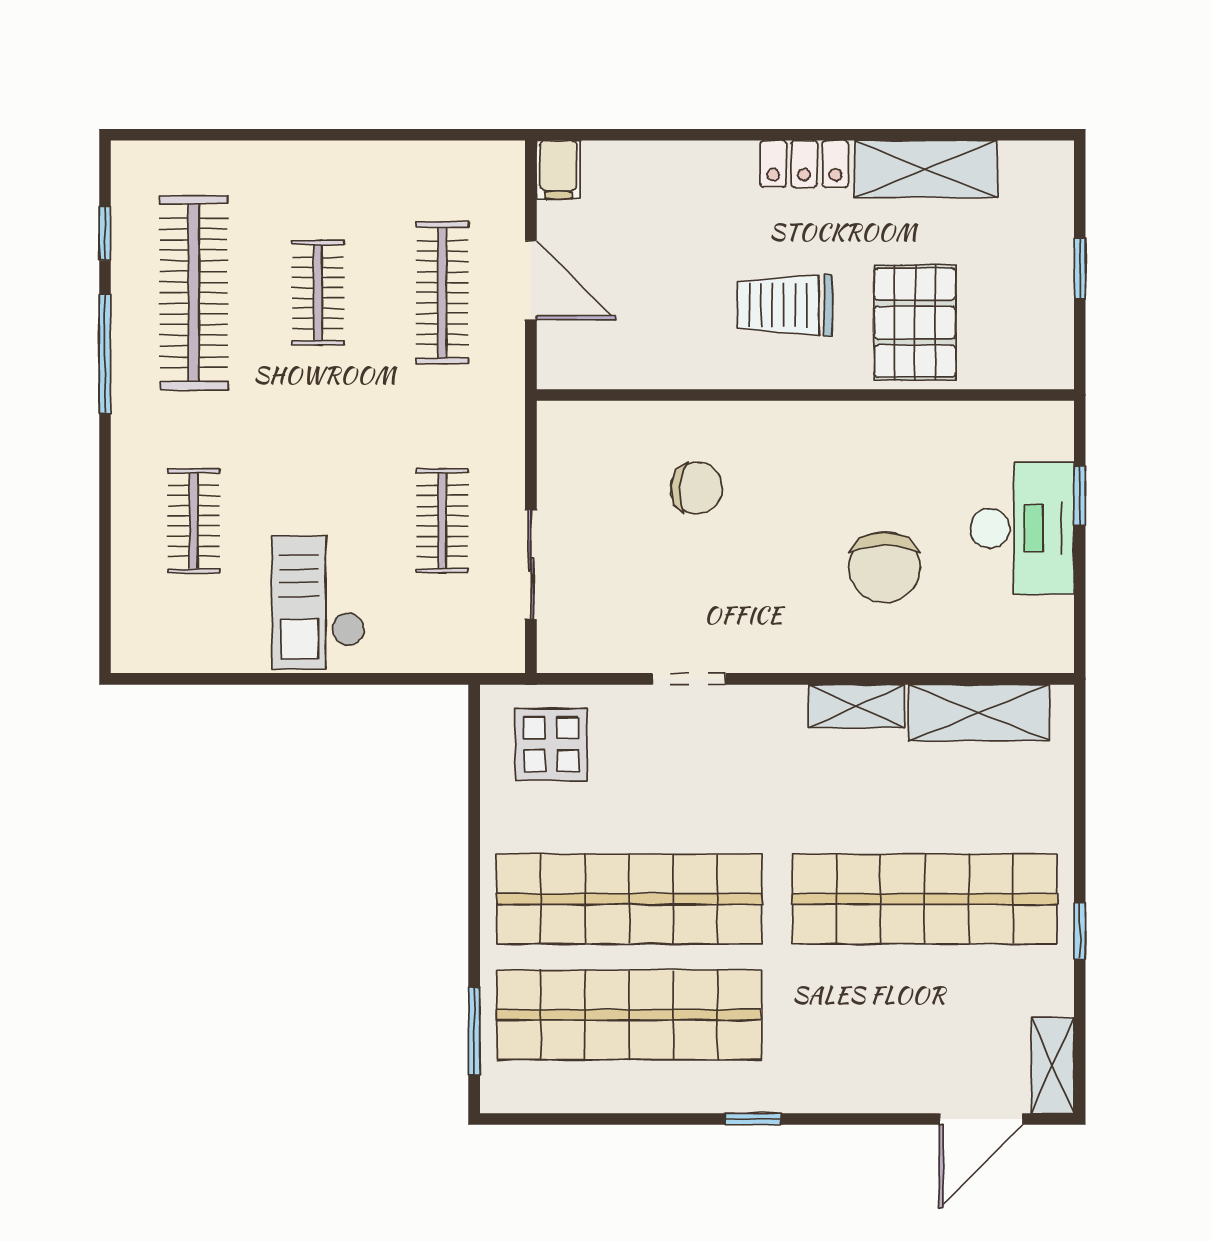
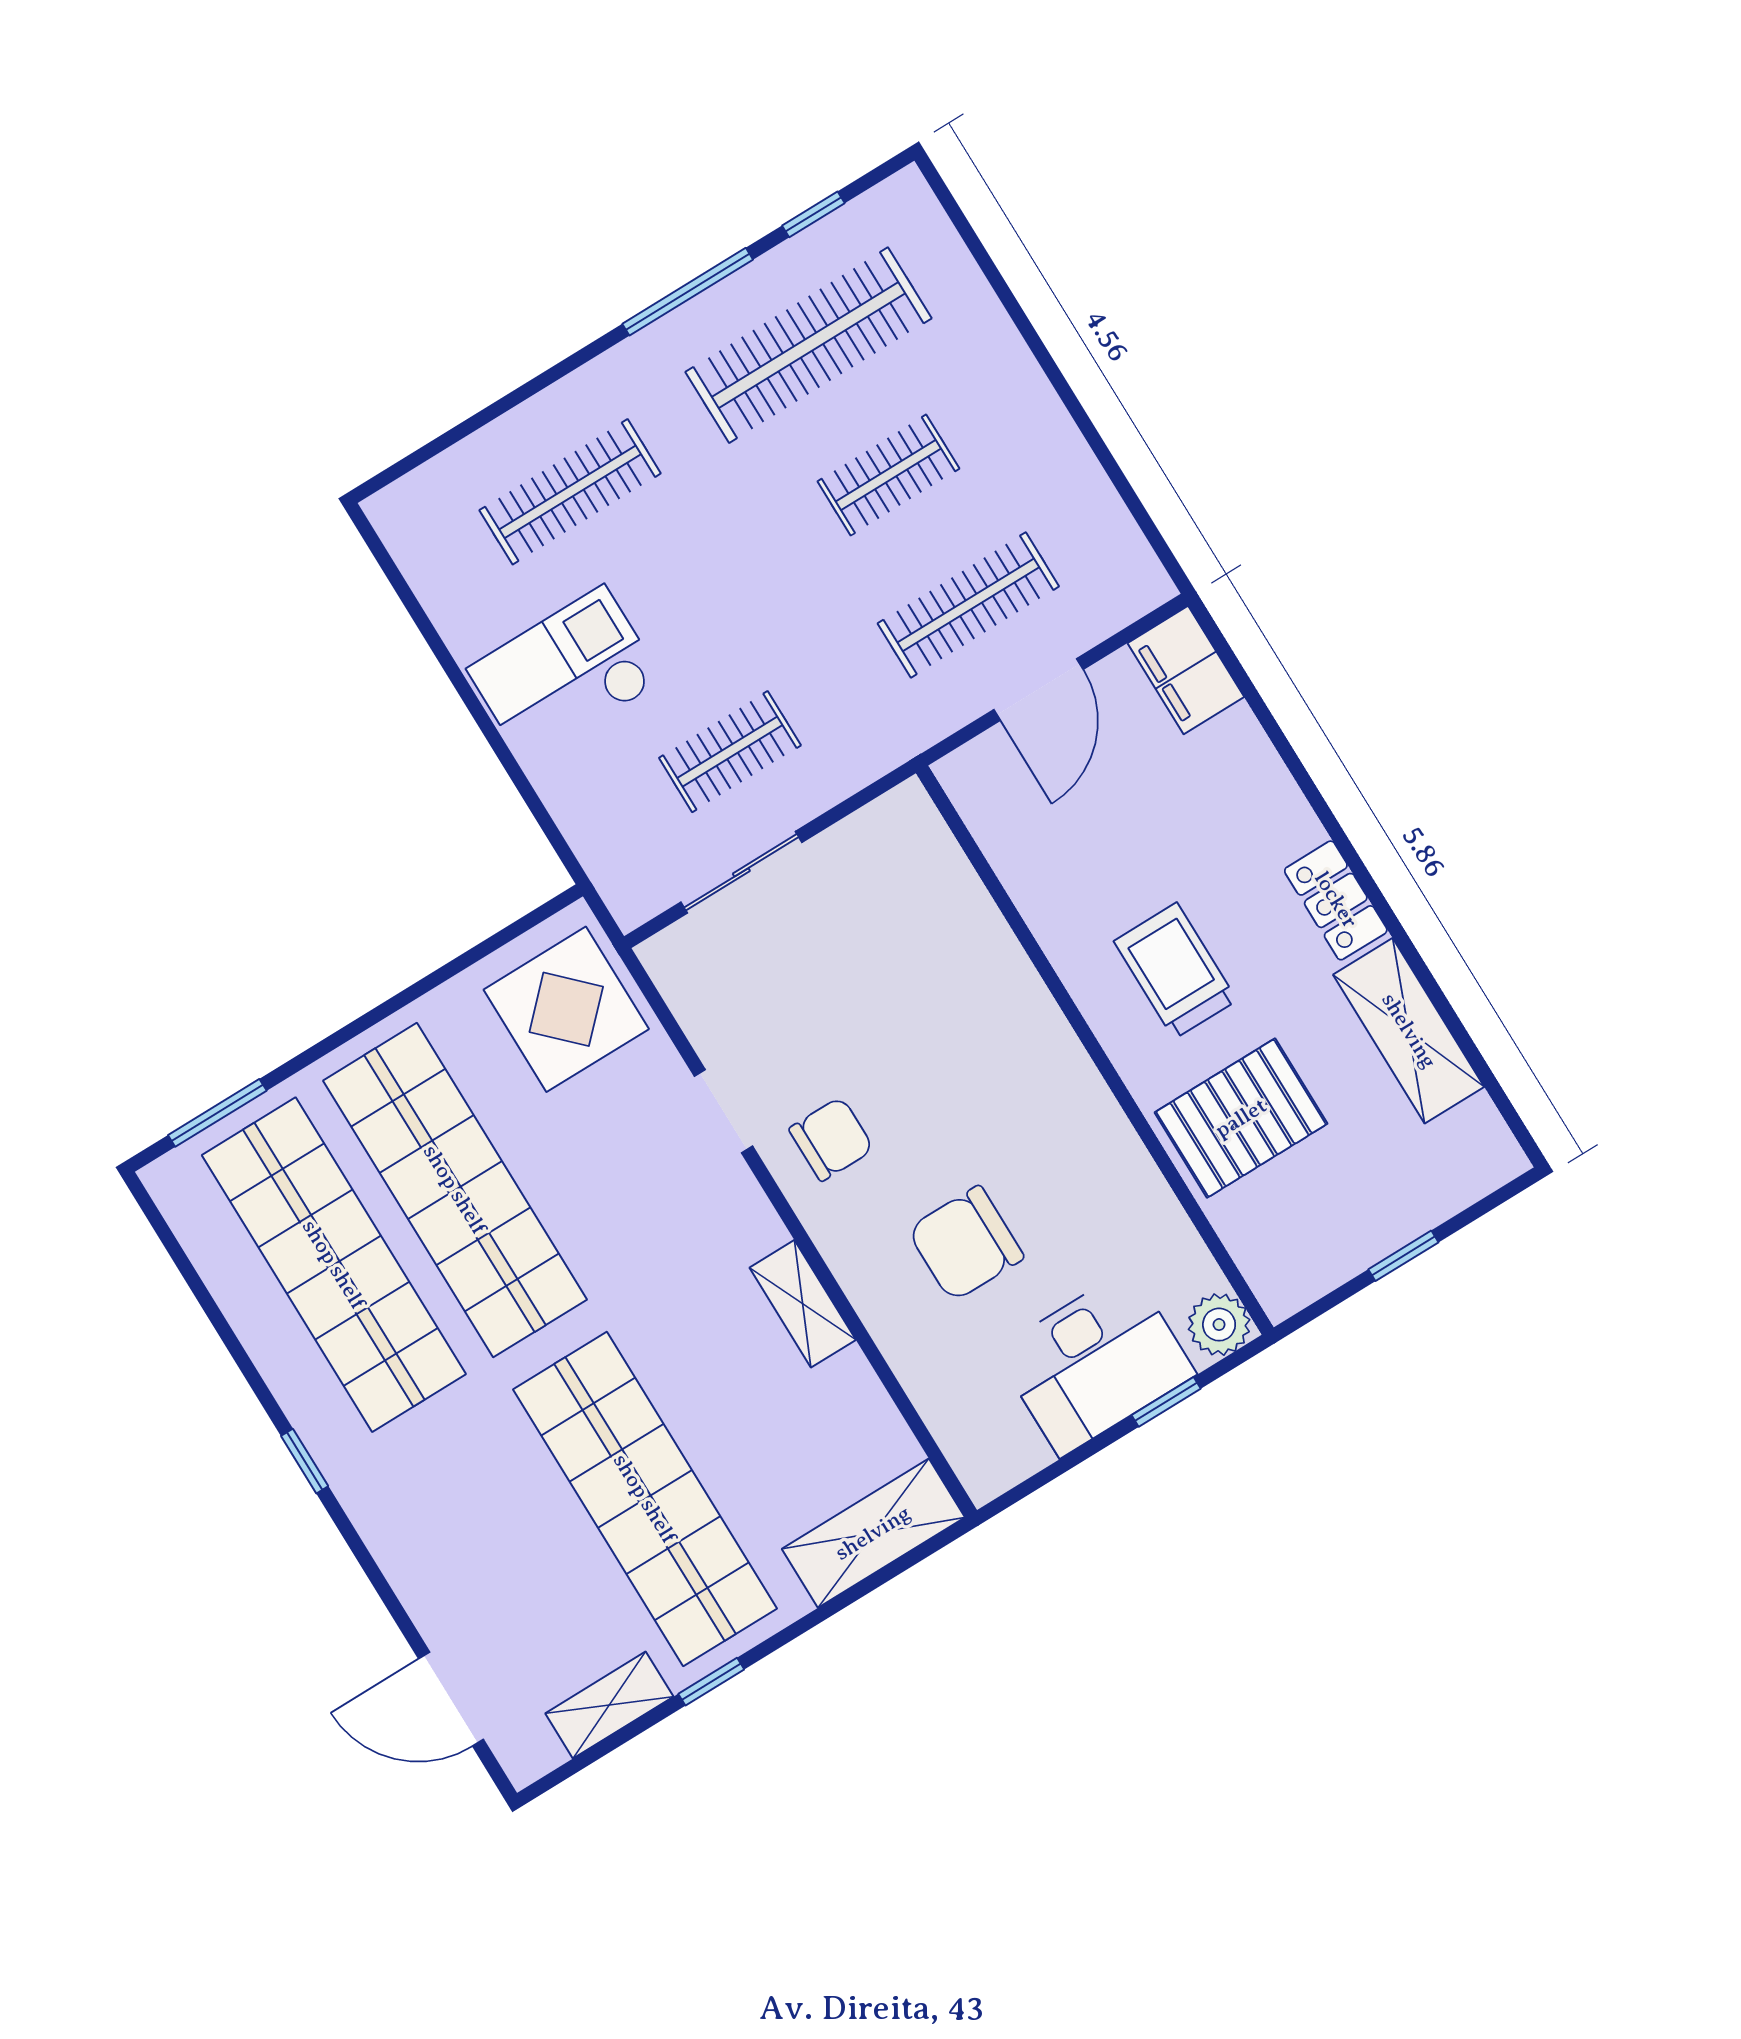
filing cabinet: (558, 170) -> (1186, 670), width x2.00
plant: (1049, 426) -> (1219, 1325), added
chair: (696, 488) -> (831, 1139), moved, turned -94
clothes rail: (194, 521) -> (570, 492), width x1.36
shelving: (979, 713) -> (873, 1533), moved, turned 90
display table: (551, 745) -> (566, 1009), width x1.36, depth x1.36
shelving: (1052, 1065) -> (609, 1705), moved

